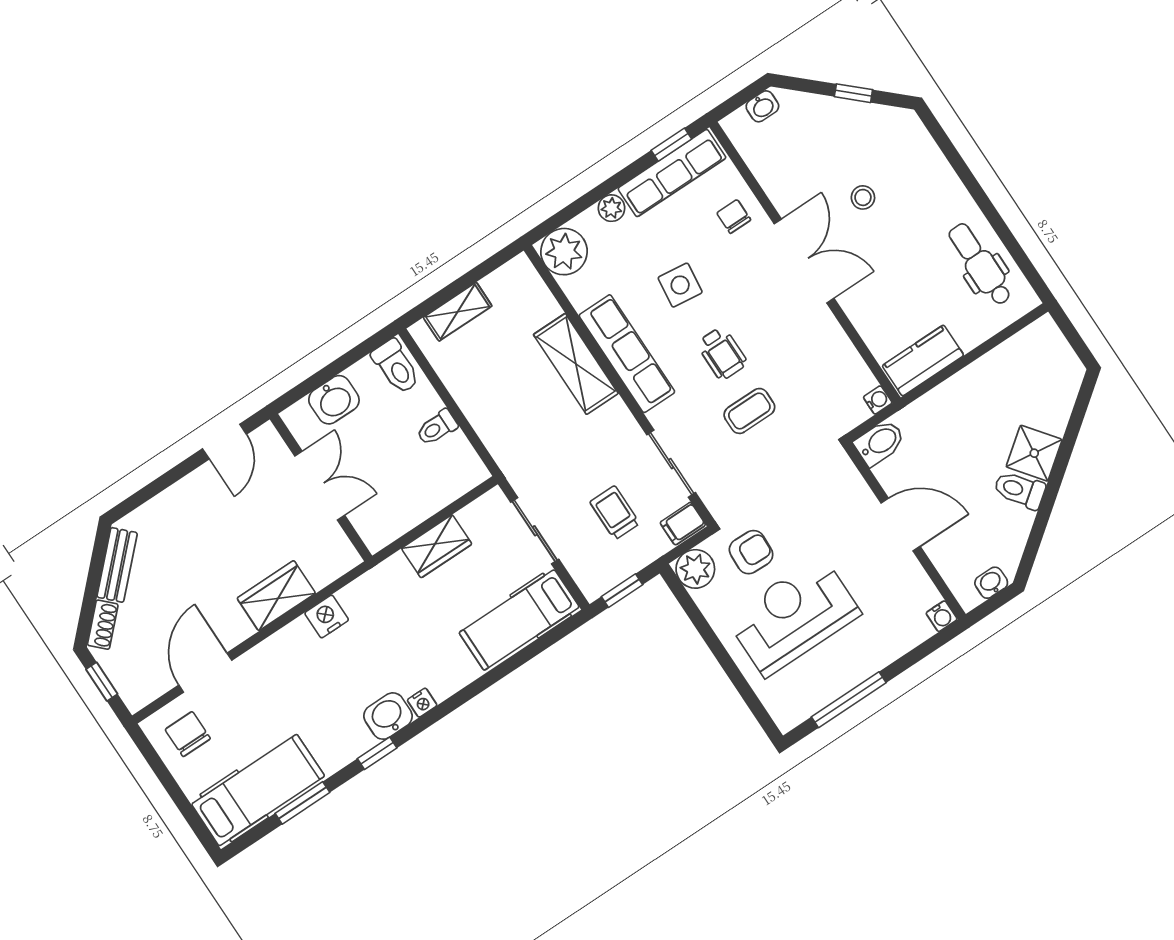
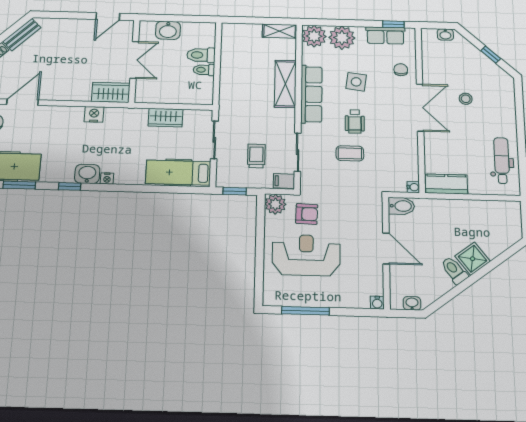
row of seats: (672, 173) -> (385, 35), width x0.68
plant: (612, 208) -> (342, 38), width x1.87, depth x1.87
shelving: (458, 312) -> (280, 31), moved
toilet: (396, 367) -> (201, 55), moved, turned 90
wardrobe: (276, 596) -> (111, 92), moved

